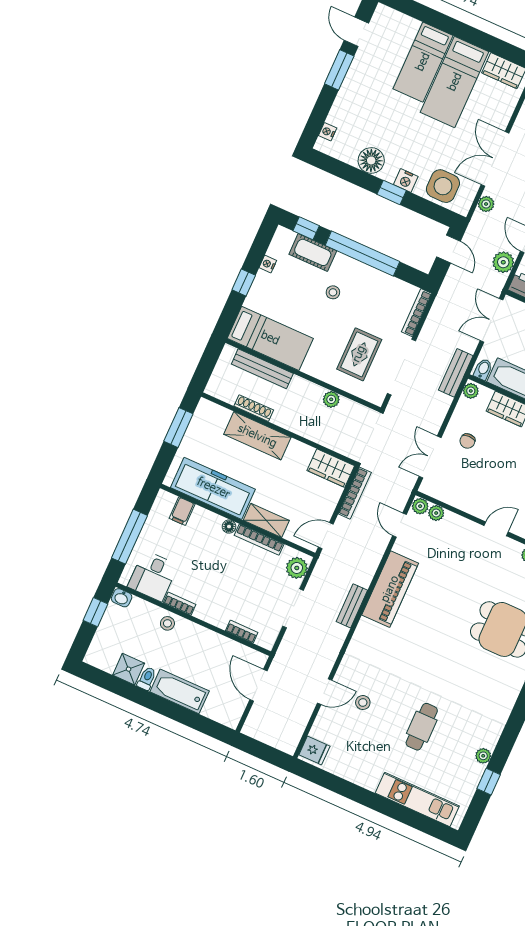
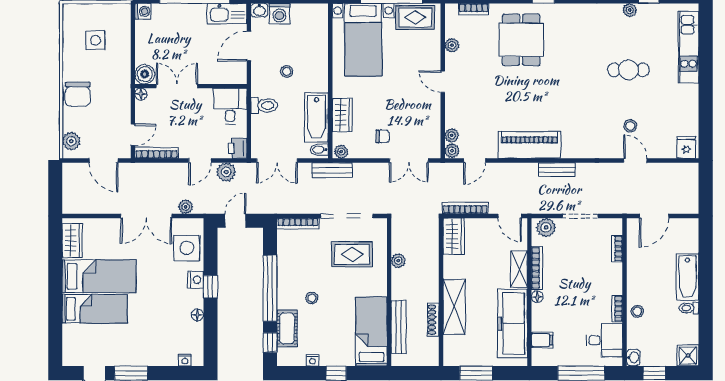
floor lamp: (371, 160) -> (197, 315), width x0.53, depth x0.53
shower: (129, 669) -> (688, 356), moved

